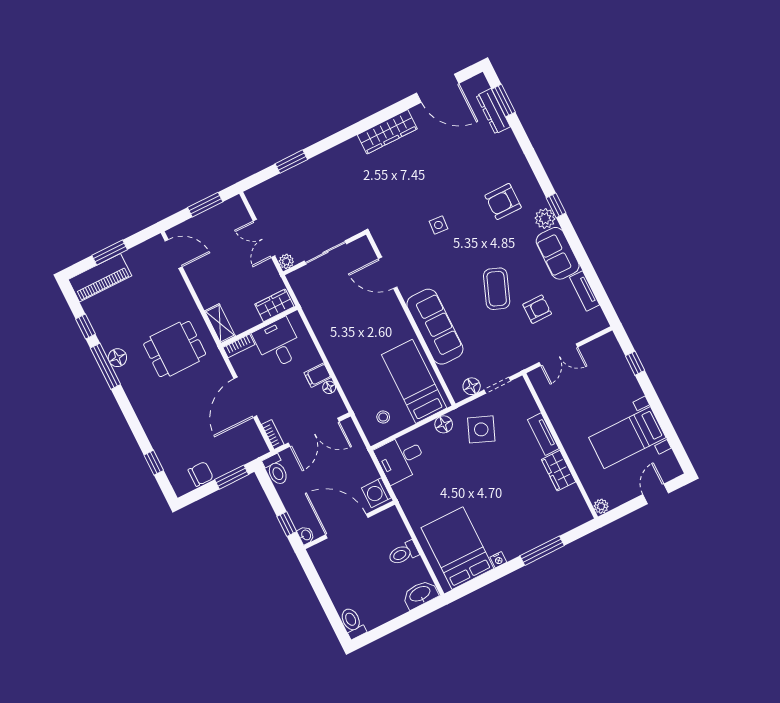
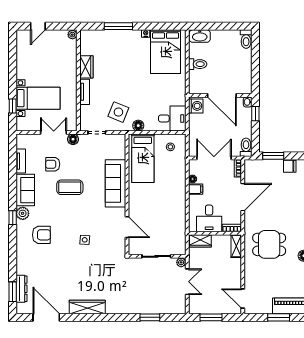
coffee table: (497, 289) -> (70, 187), turned 69
floor lamp: (472, 386) -> (73, 139), moved
bed with nightstands: (627, 438) -> (38, 98), moved

